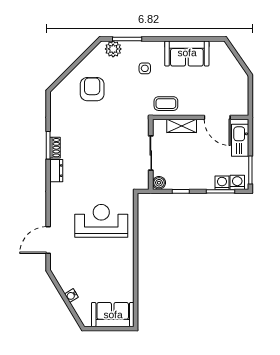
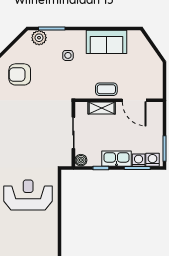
armchair: (92, 89) -> (20, 74), turned -90
coffee table: (166, 104) -> (106, 89), moved
kitchen sink: (240, 140) -> (116, 159), moved, turned 90

